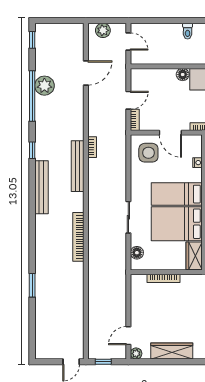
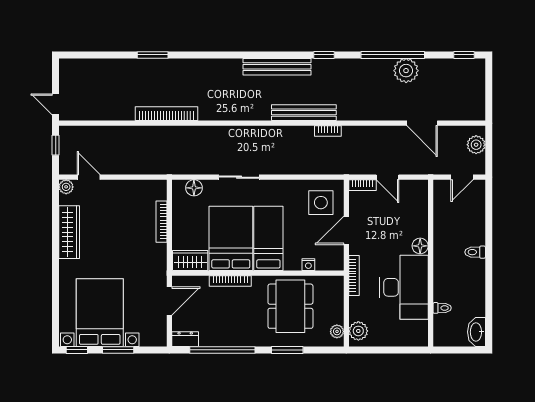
bookcase: (78, 237) -> (167, 114), moved

